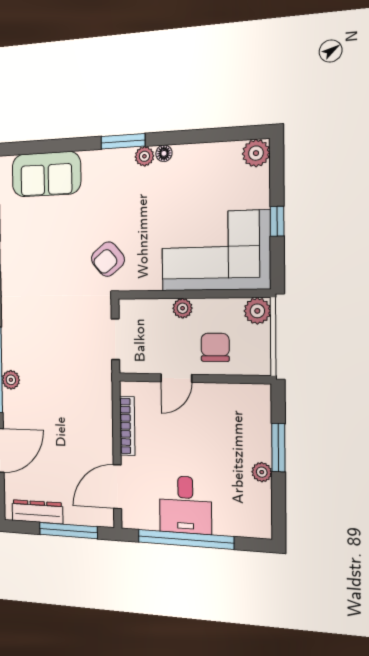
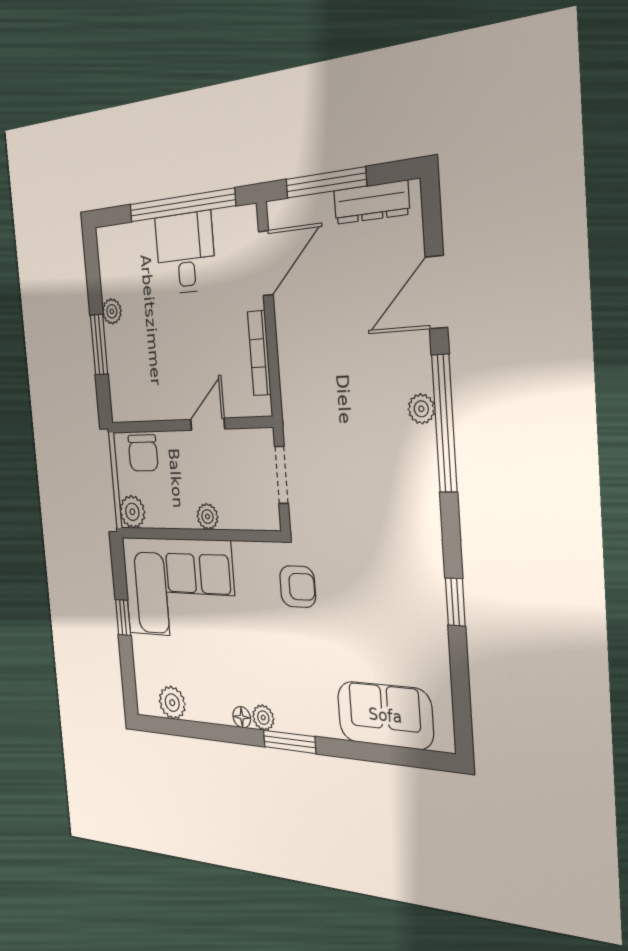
plant: (256, 153) -> (172, 703), moved
armchair: (108, 259) -> (298, 587), turned 40
chair: (215, 347) -> (143, 453), moved

